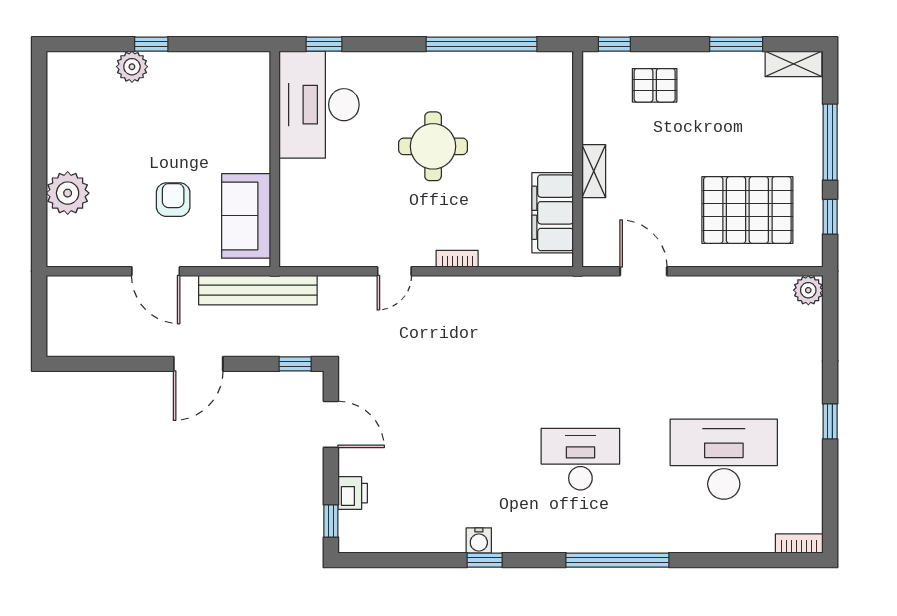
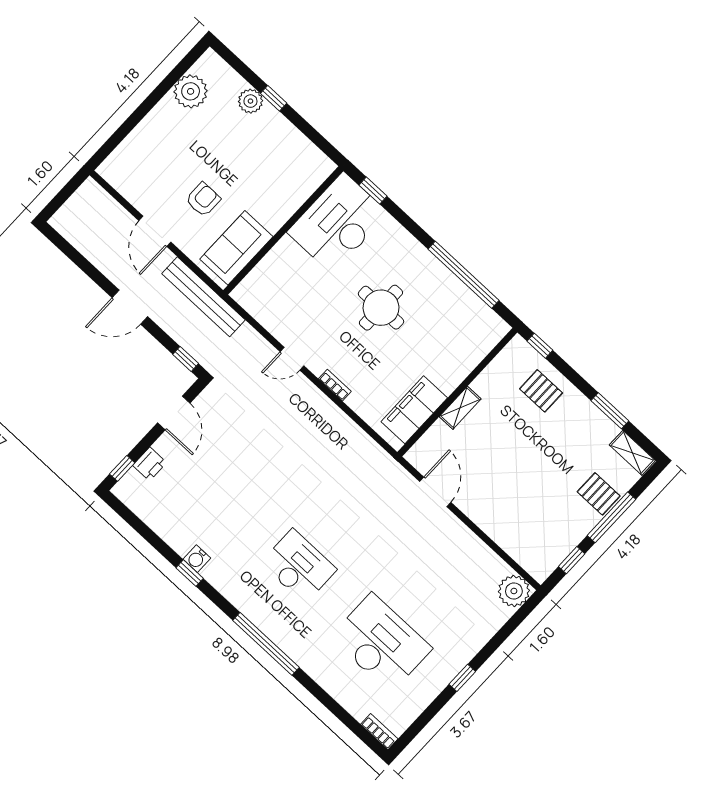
plant: (68, 193) -> (191, 91), moved
pallet: (747, 210) -> (599, 494), moved, width x0.49, depth x0.50
plant: (808, 290) -> (514, 591), width x1.36, depth x1.36

